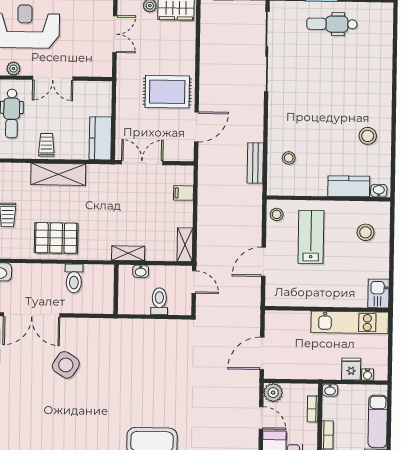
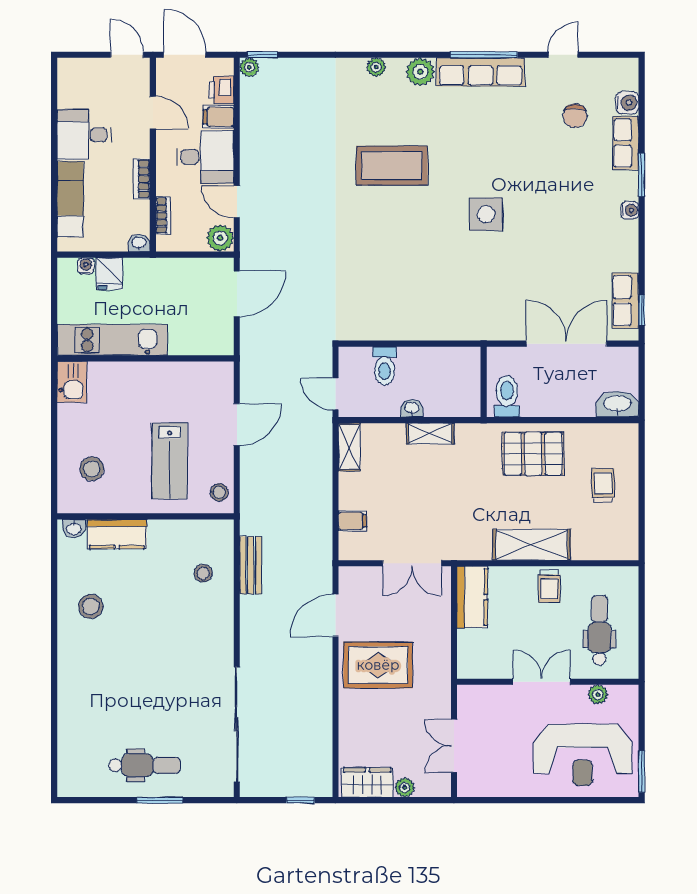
wall: (116, 289) -> (484, 382), moved
side table: (66, 365) -> (486, 214), moved, turned -33

